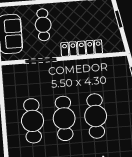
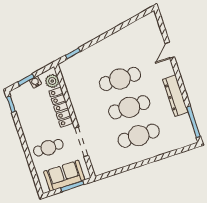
water cooler: (114, 28) -> (35, 82), added
plant: (111, 46) -> (52, 81), added

